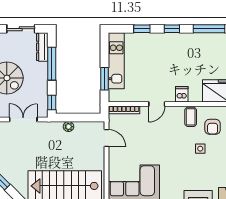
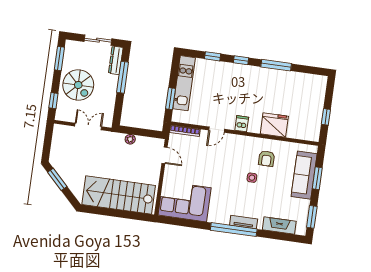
window: (52, 103) -> (117, 114), removed
coffee table: (191, 117) -> (247, 146), removed

